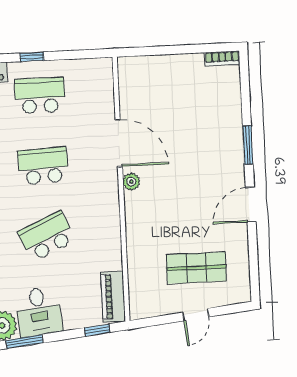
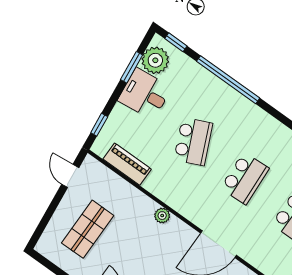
plant: (131, 182) -> (162, 216), moved
piano: (113, 297) -> (127, 164), moved
door: (196, 315) -> (70, 176), moved

